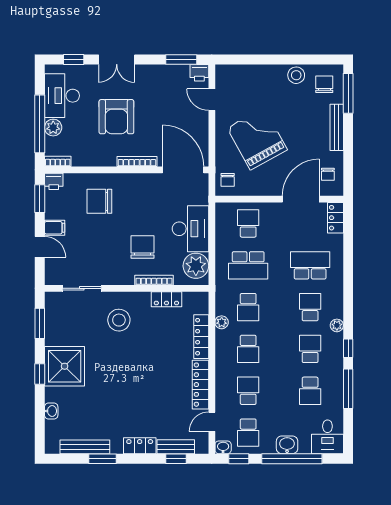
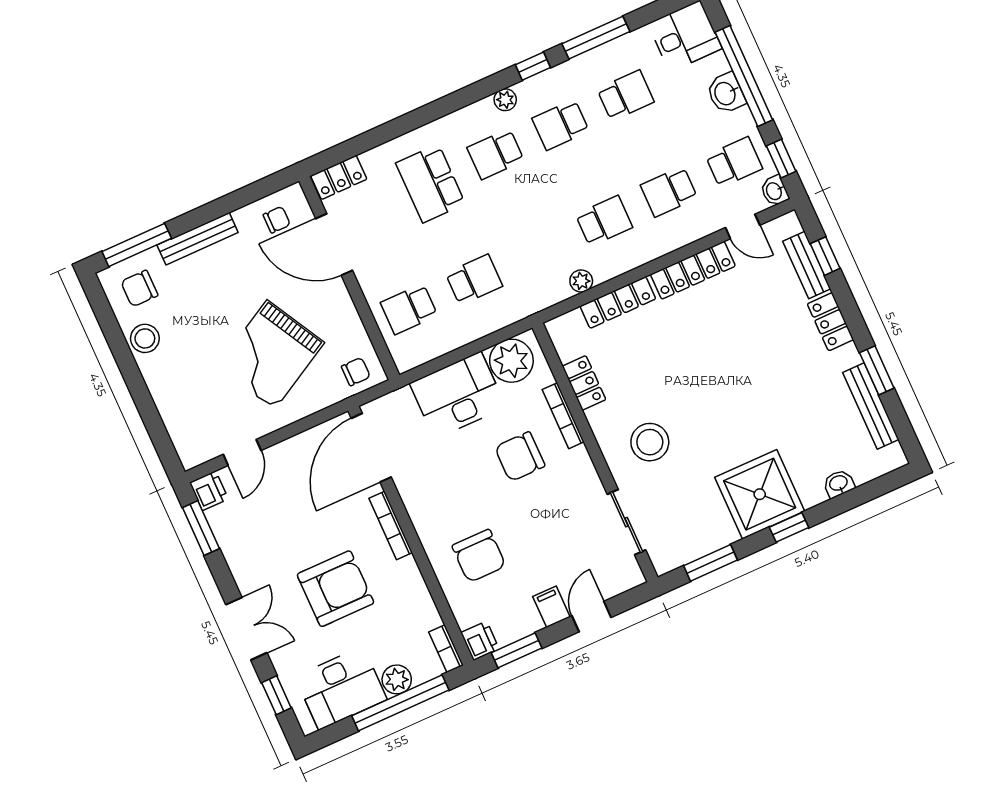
school desk: (248, 265) -> (474, 280), width x0.54
school desk: (248, 307) -> (539, 250), removed

